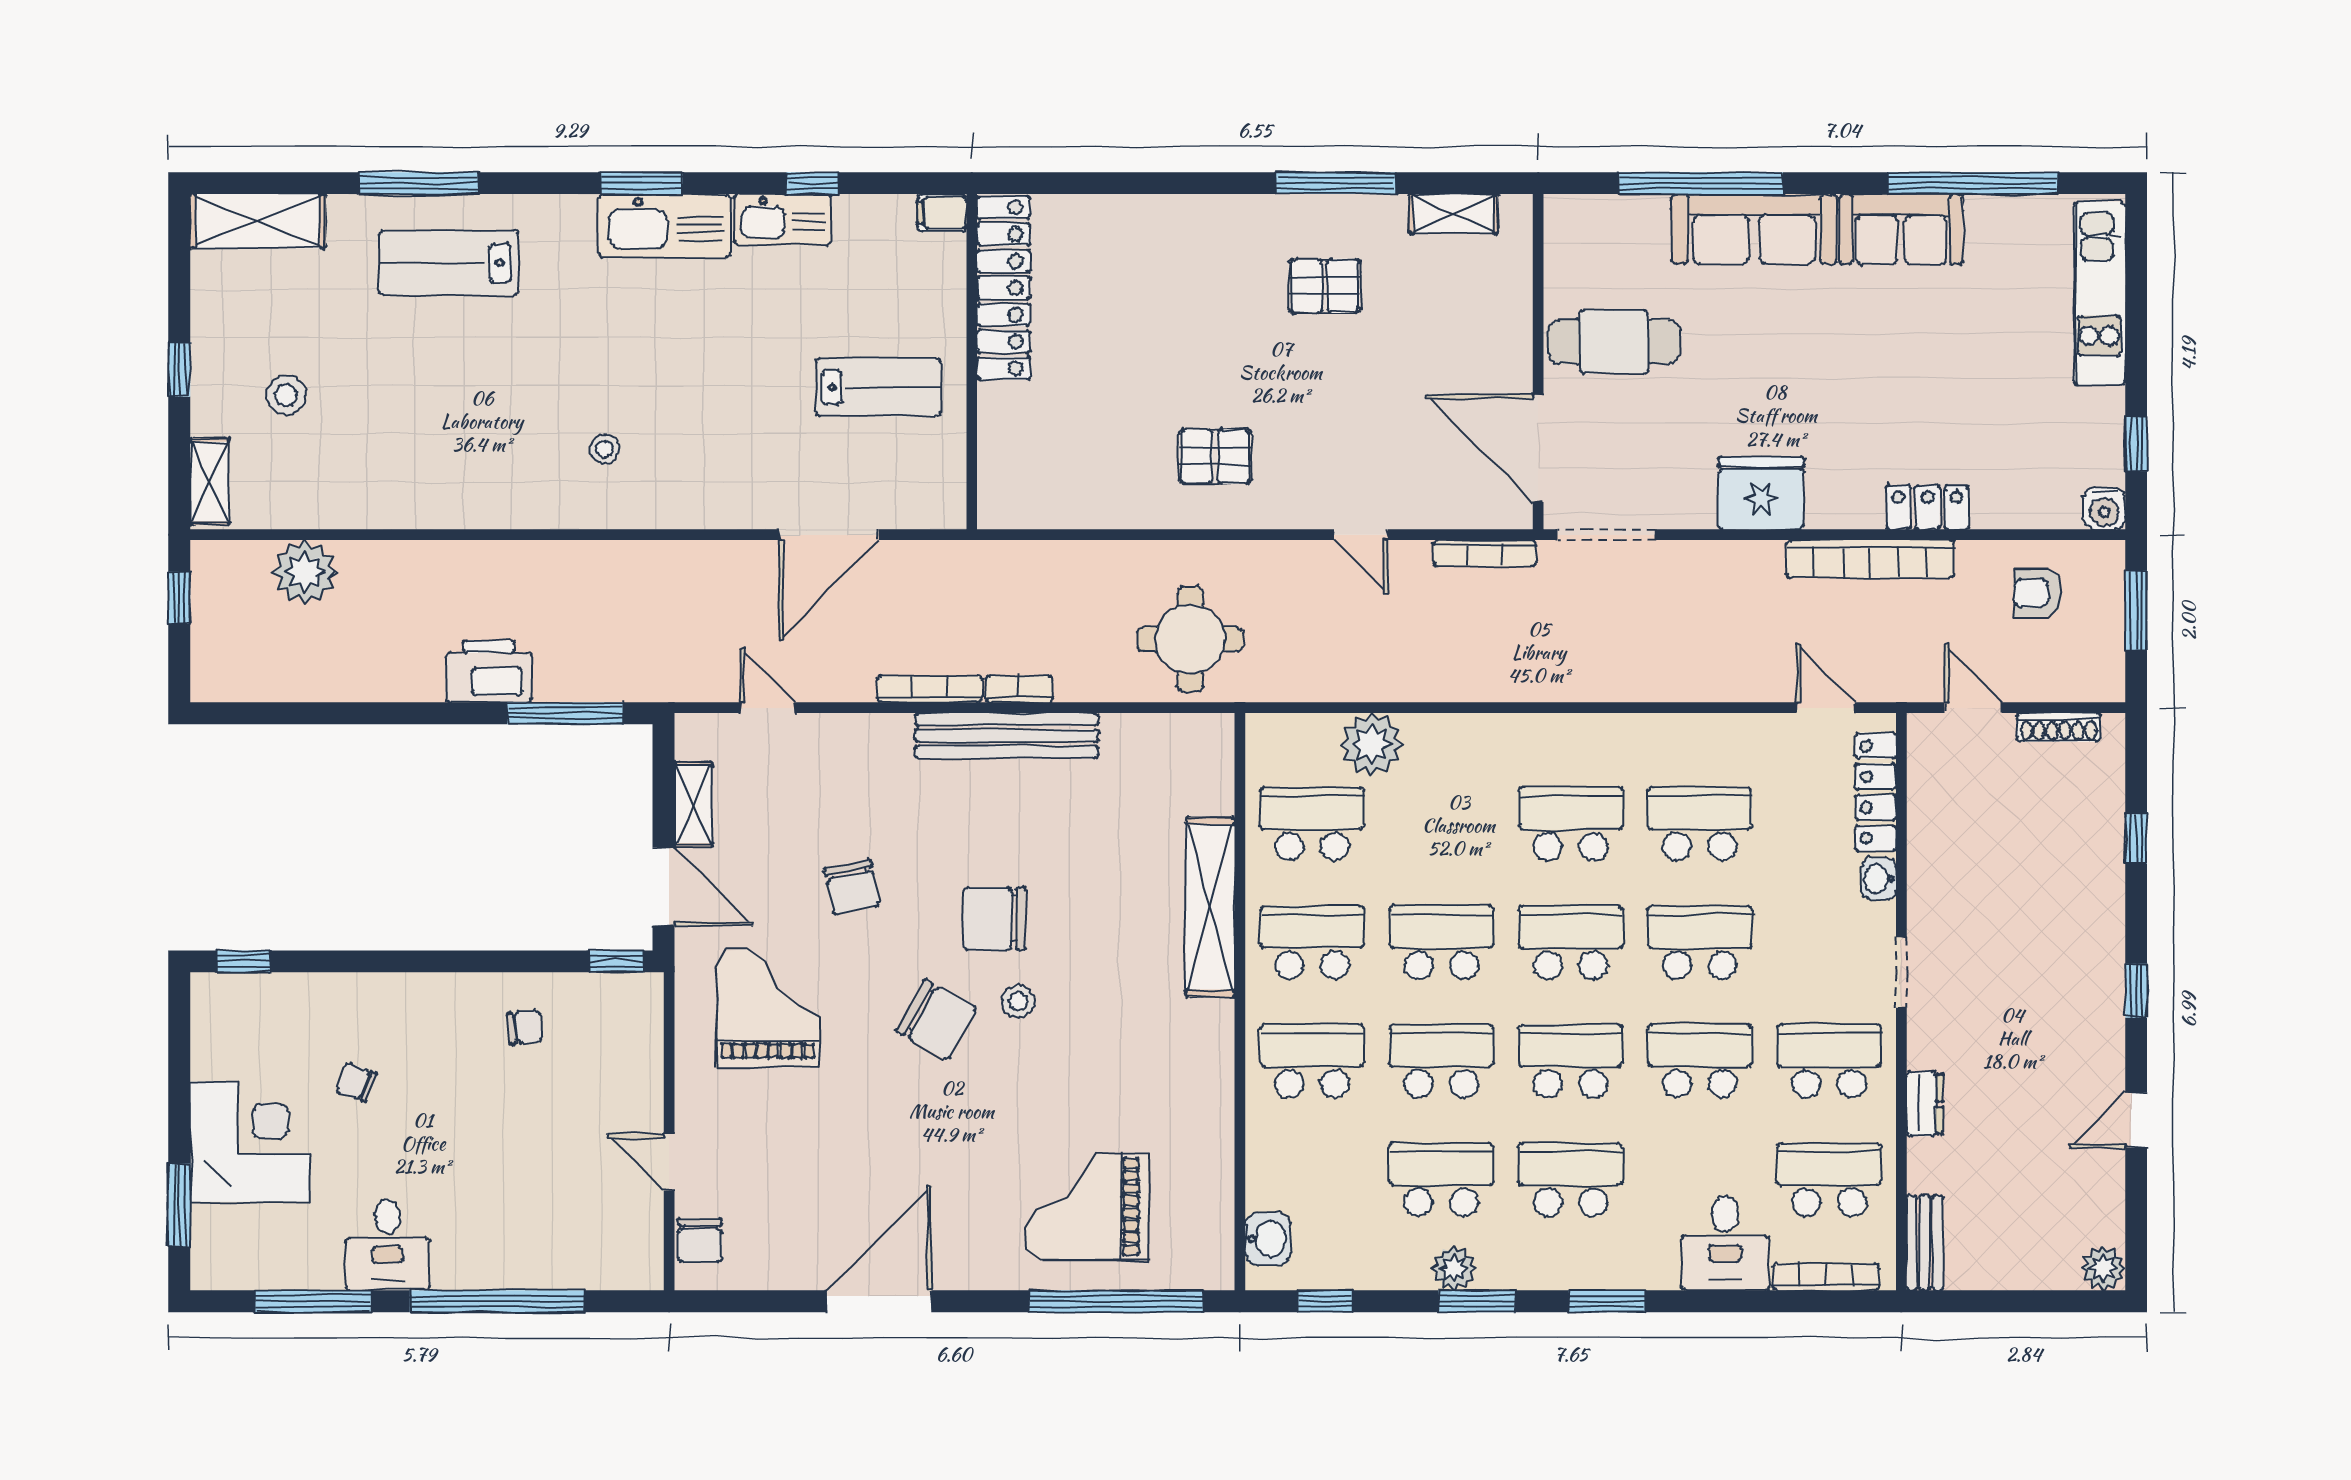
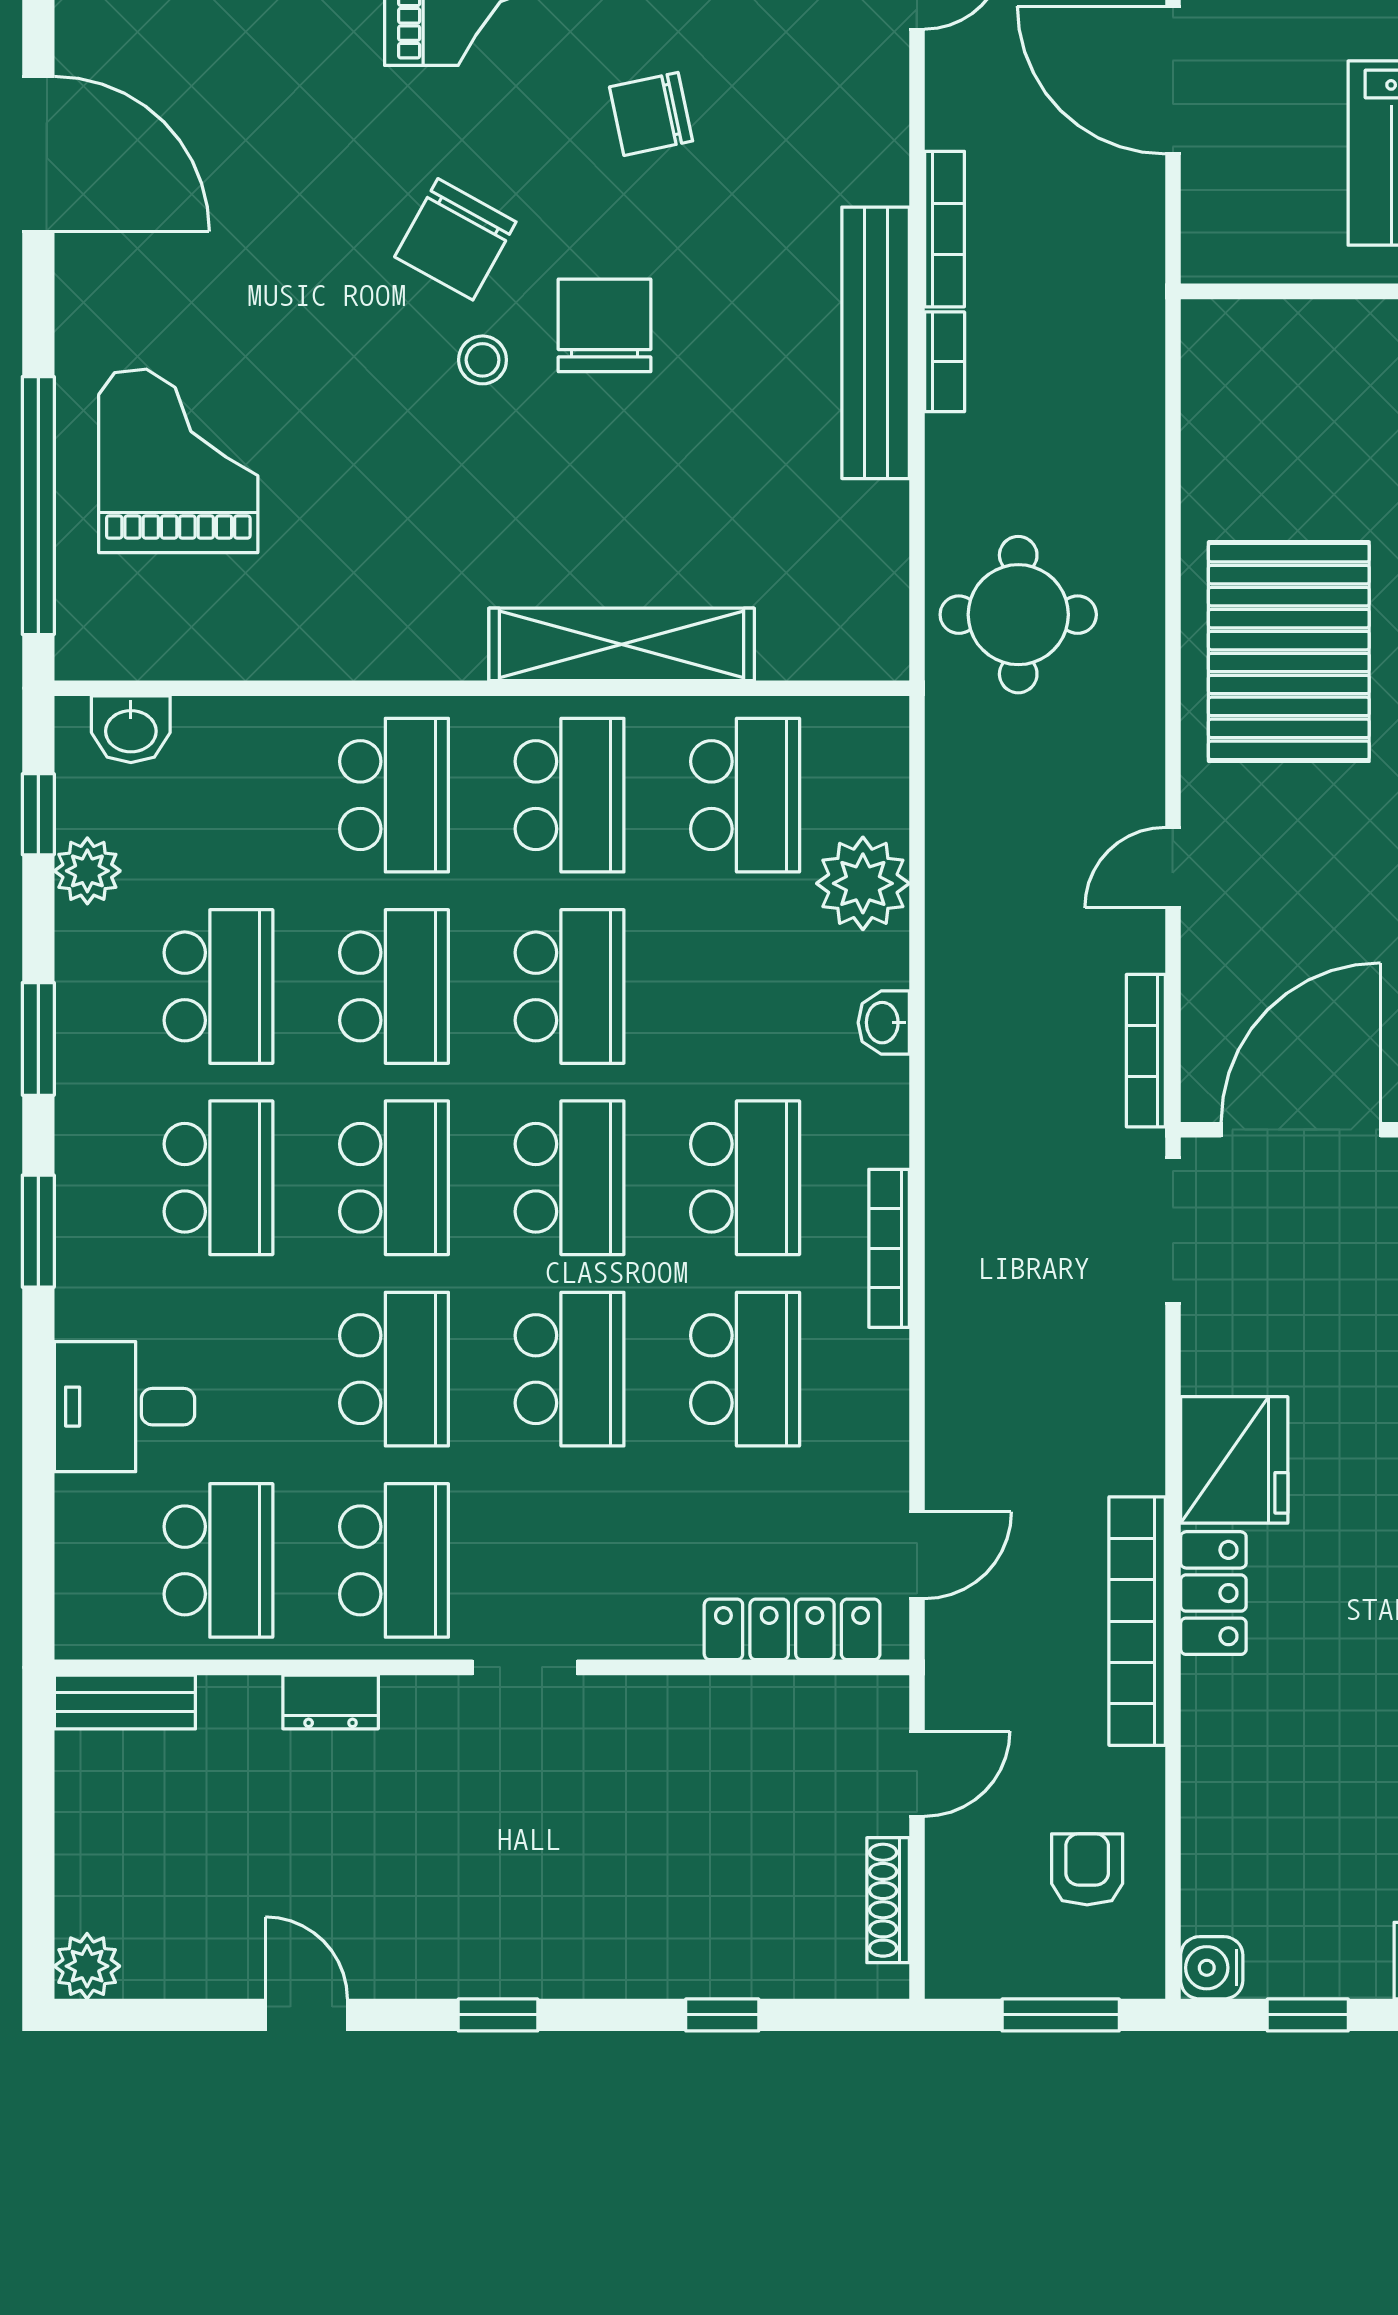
pallet: (1215, 456) -> (1289, 652), width x2.05, depth x2.00
locker: (1927, 507) -> (1213, 1593), moved
washbasin: (1879, 879) -> (884, 1023), moved, turned -90
plant: (1454, 1268) -> (87, 871), moved
bookcase: (1826, 1277) -> (889, 1248), moved, turned 180

